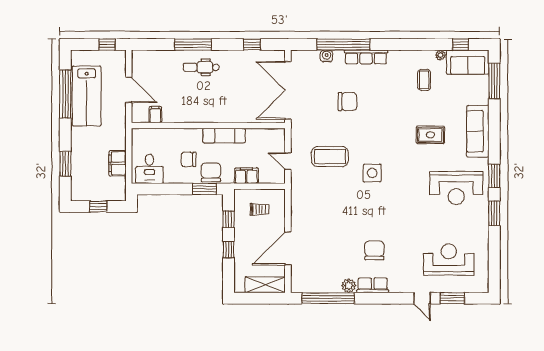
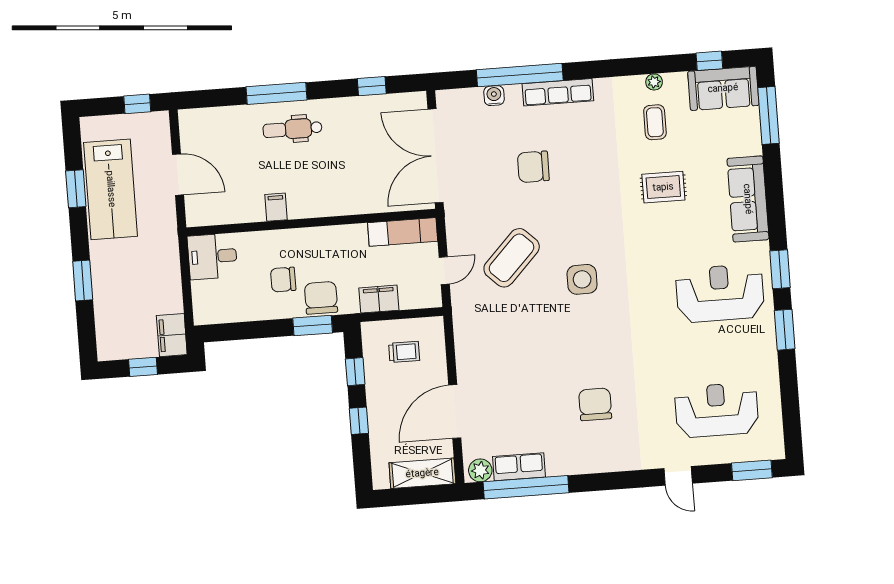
plant: (440, 55) -> (654, 82), moved
window: (65, 94) -> (76, 189), width x0.47
chair: (347, 102) -> (533, 167), turned 180
filing cabinet: (155, 115) -> (276, 207), moved
rug: (430, 135) -> (663, 187), moved
exam couch: (224, 136) -> (403, 232), moved
coffee table: (330, 157) -> (512, 258), turned -46
door: (288, 161) -> (444, 271), swing flipped
filing cabinet: (118, 163) -> (172, 335), moved
window: (65, 164) -> (83, 281), moved
desk: (150, 169) -> (212, 256), moved, turned 90
reception desk: (456, 188) -> (720, 293), turned 180
row of seats: (373, 285) -> (519, 467), moved
plant: (349, 286) -> (480, 470), moved
window: (452, 298) -> (752, 470), moved

